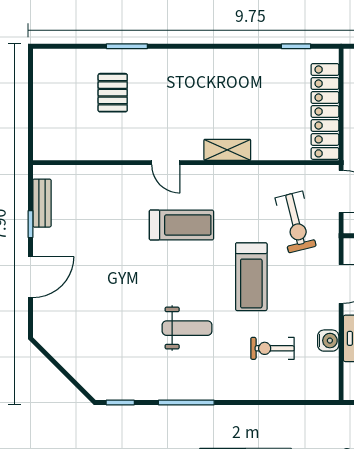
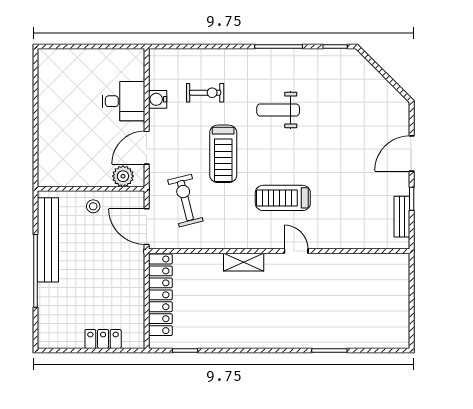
pallet: (113, 93) -> (341, 311), removed
treadmill: (251, 277) -> (223, 154), turned 180

